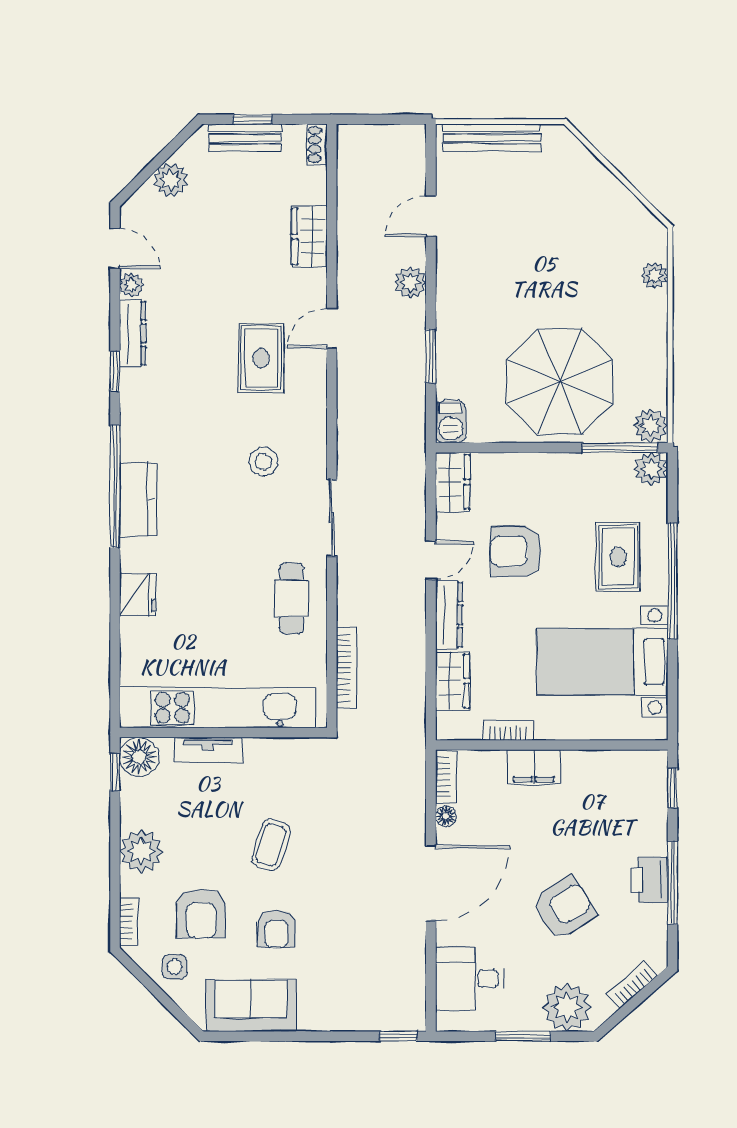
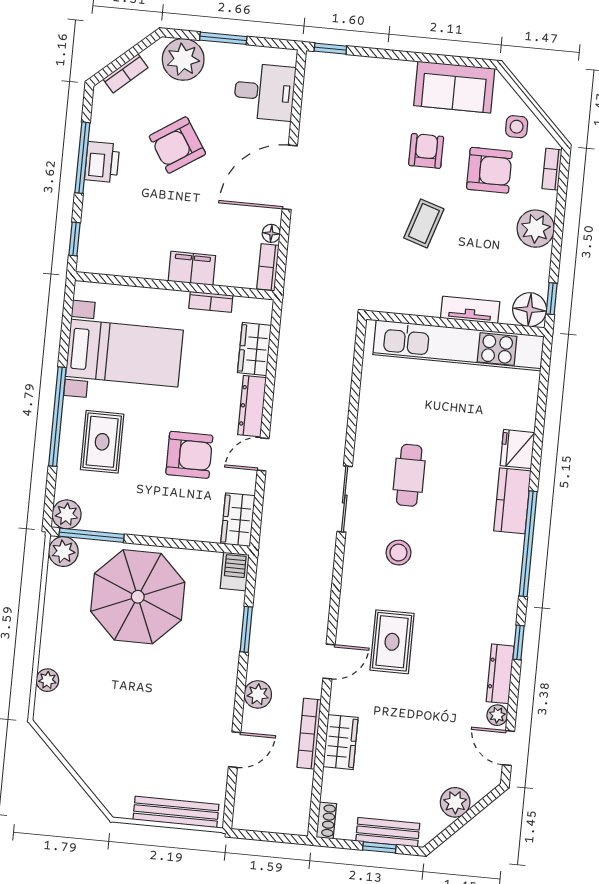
kitchen counter: (138, 500) -> (512, 501), moved
cafe table: (292, 598) -> (409, 475), moved
bookcase: (347, 668) -> (309, 734), moved
armchair: (201, 913) -> (489, 170), turned 90

